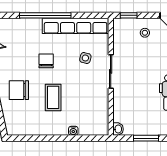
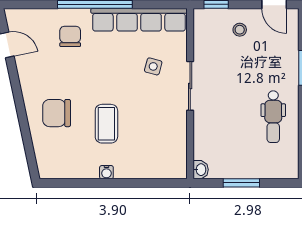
chair: (46, 61) -> (70, 36), moved
water cooler: (73, 131) -> (106, 172), moved

